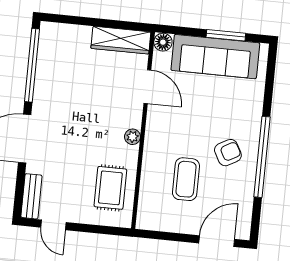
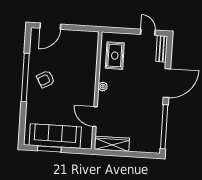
floor lamp: (163, 42) -> (87, 143), removed
coffee table: (186, 179) -> (70, 62), removed

